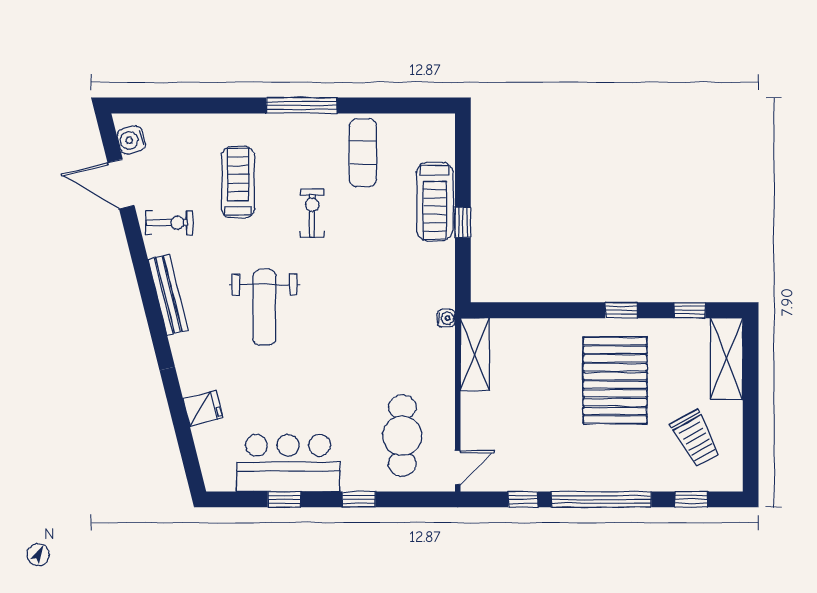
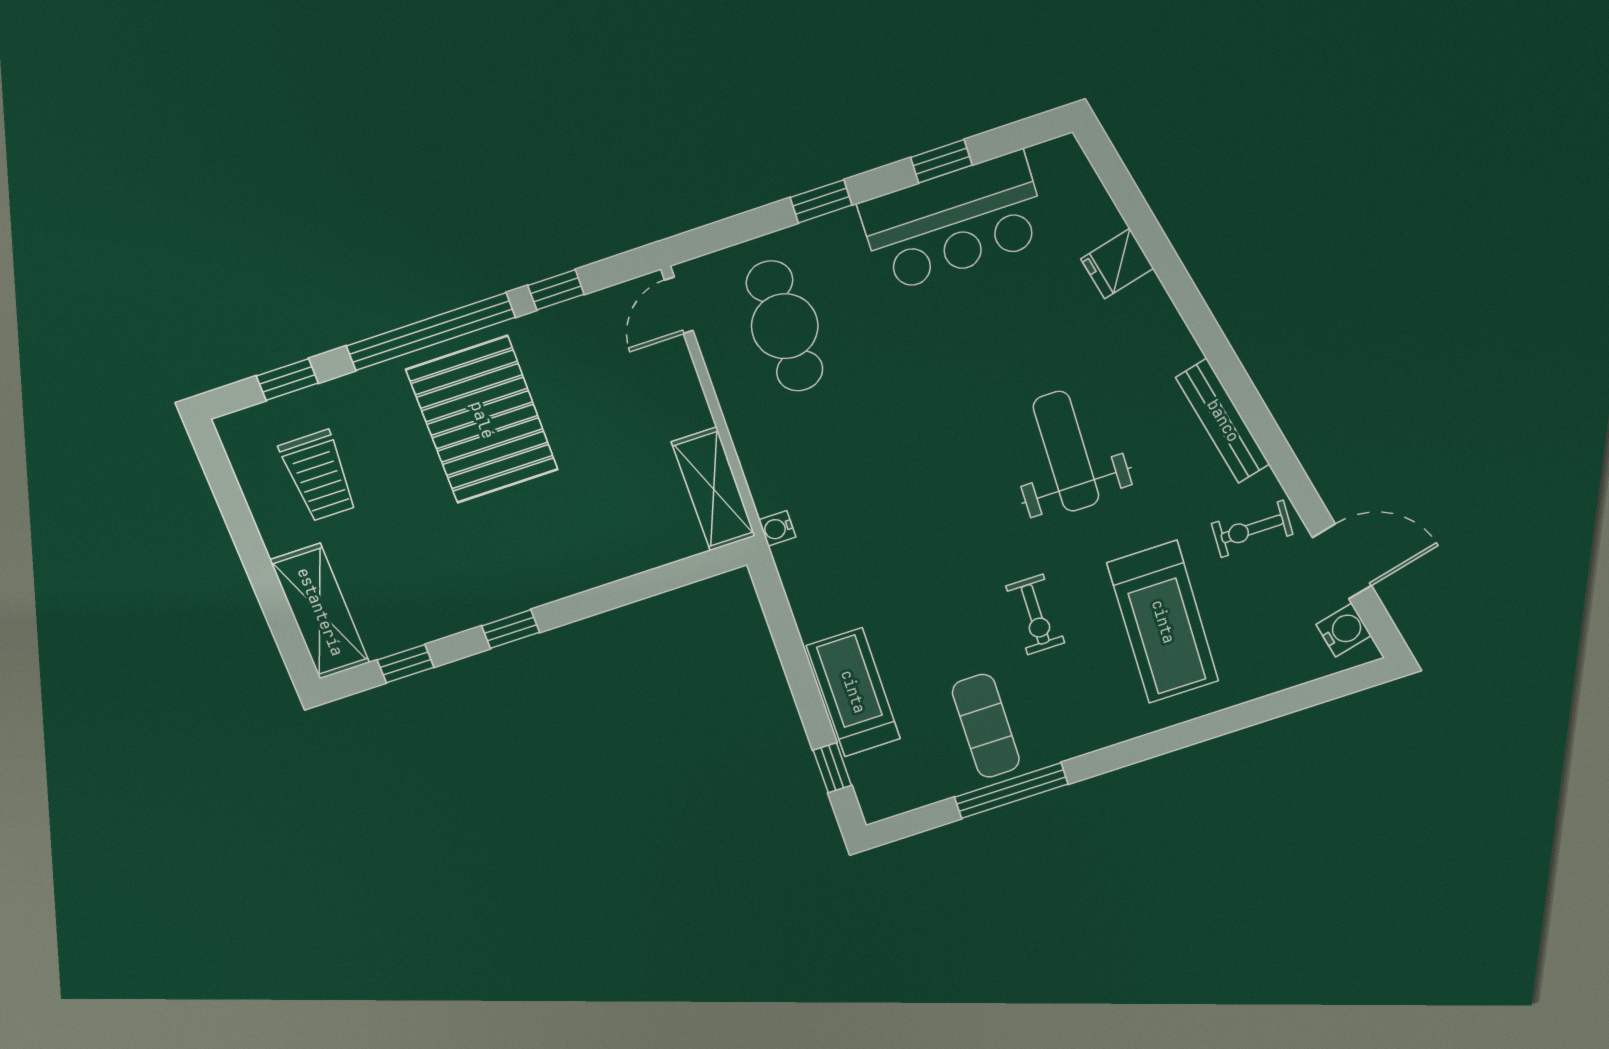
window: (302, 105) -> (1011, 791), moved
treadmill: (238, 182) -> (1163, 622), width x1.37, depth x1.38
window: (463, 222) -> (832, 768), moved
pallet: (615, 380) -> (482, 420), moved
trolley: (696, 439) -> (319, 476), turned -151

